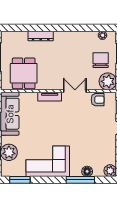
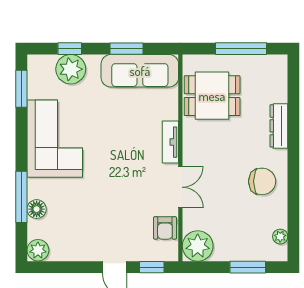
chair: (101, 60) -> (262, 181), moved

